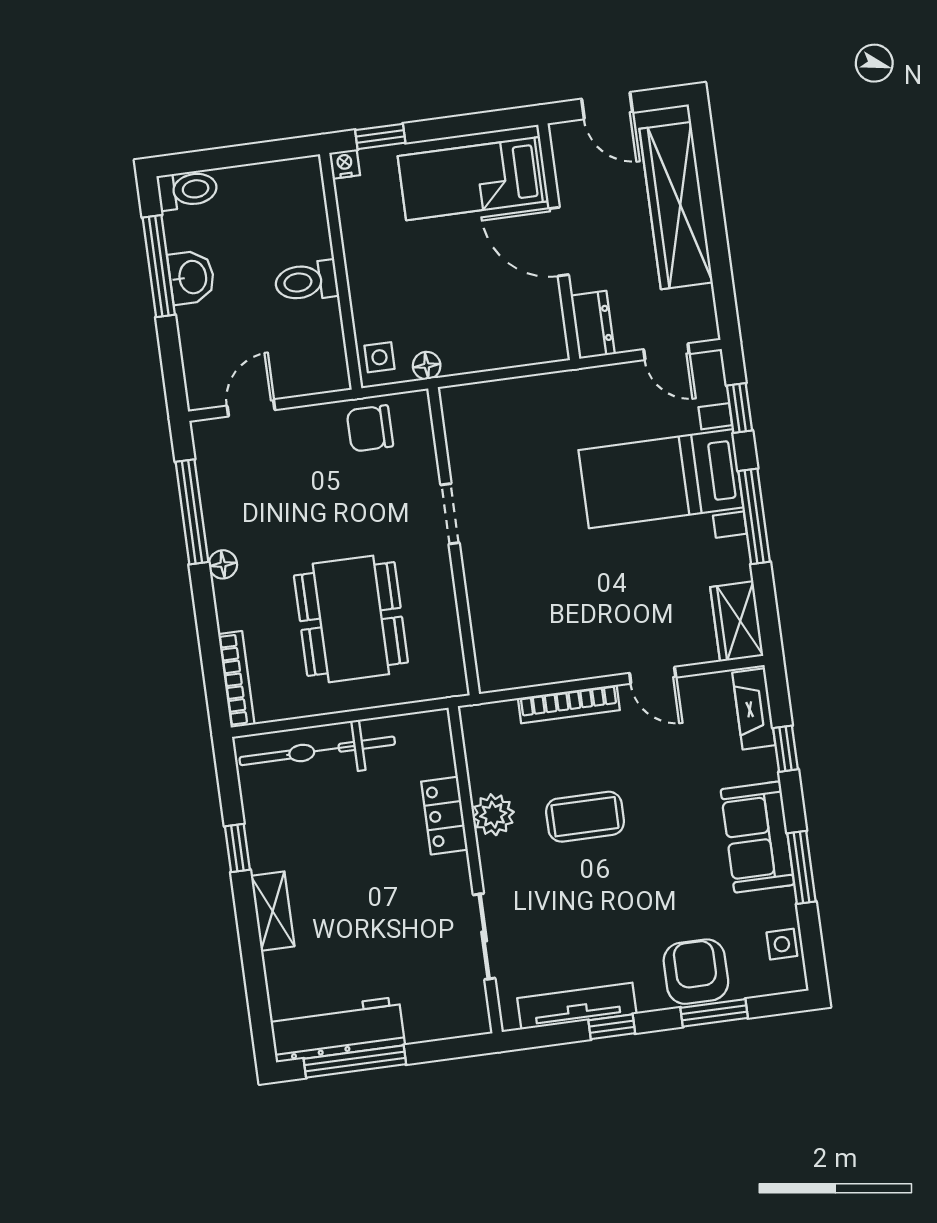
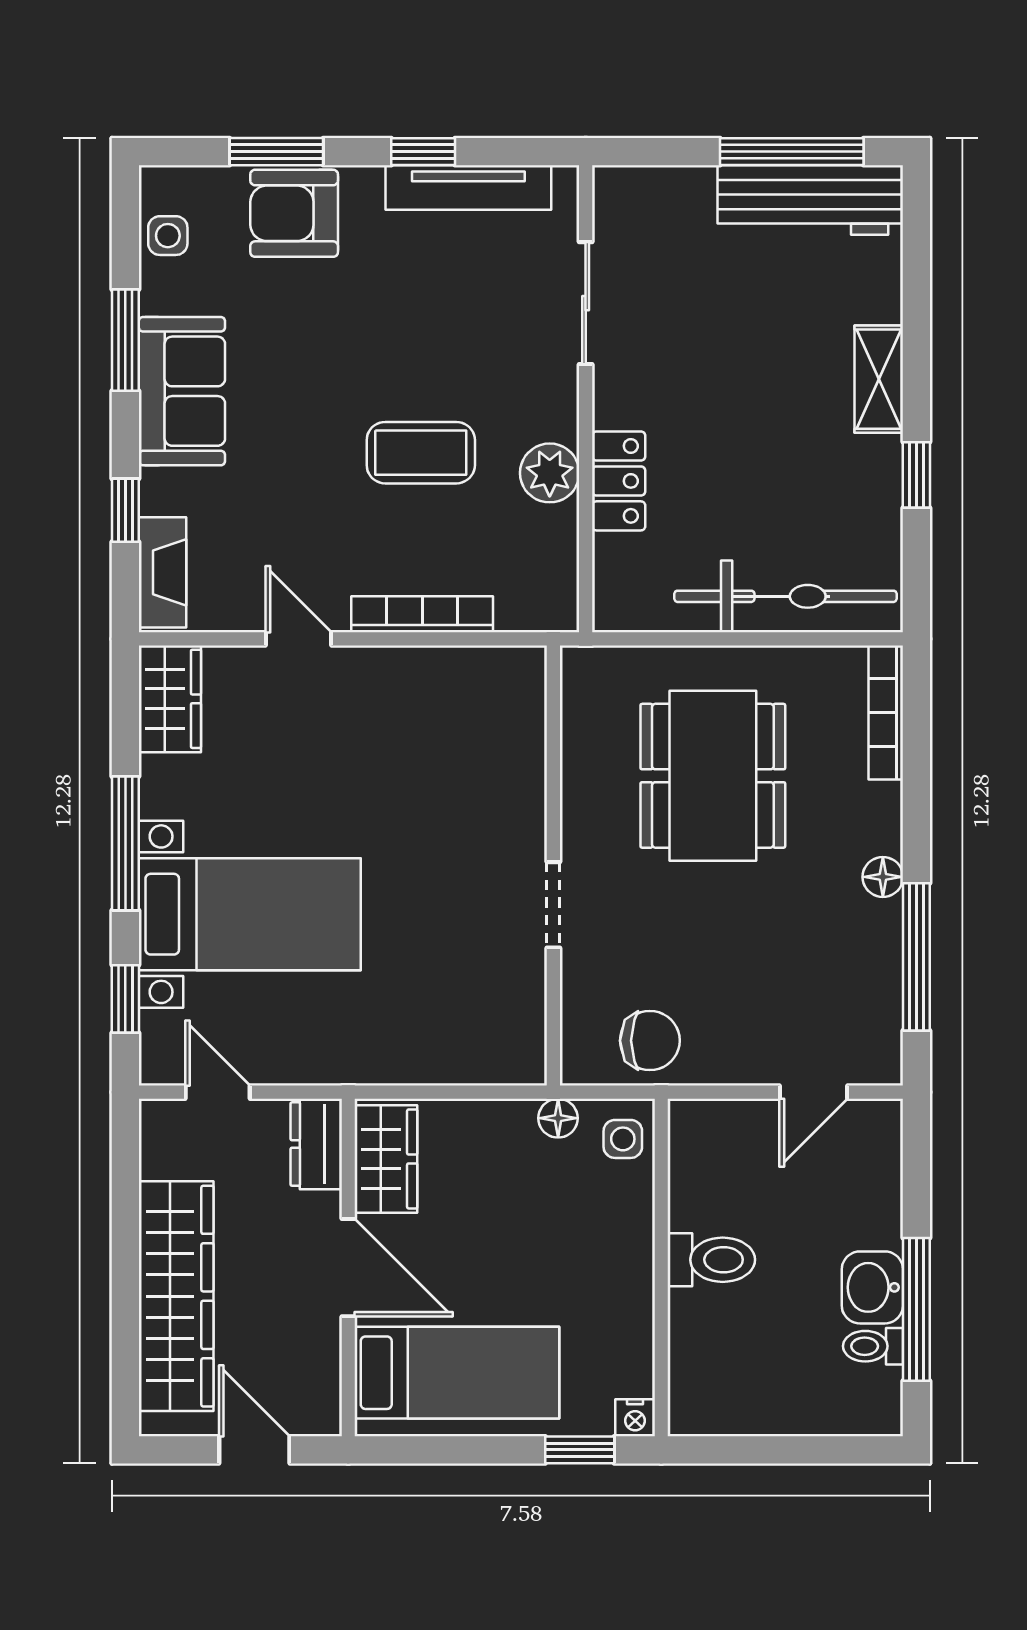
toilet: (187, 190) -> (873, 1346), moved, width x0.73, depth x0.72
wardrobe: (543, 321) -> (386, 1159), added
armchair: (696, 972) -> (294, 213), turned 90

